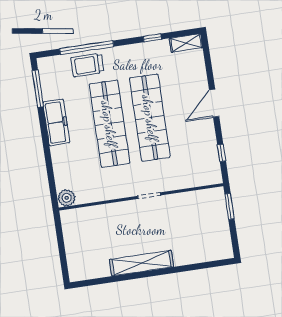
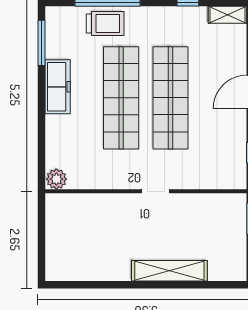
trolley: (87, 65) -> (105, 23), turned 180
shelving: (142, 263) -> (169, 271), moved

